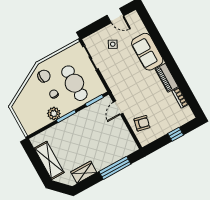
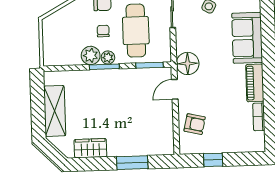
floor lamp: (118, 87) -> (188, 63), added
plant: (65, 109) -> (108, 57), added
window: (176, 134) -> (213, 160), moved
window: (115, 168) -> (132, 163), width x0.69

